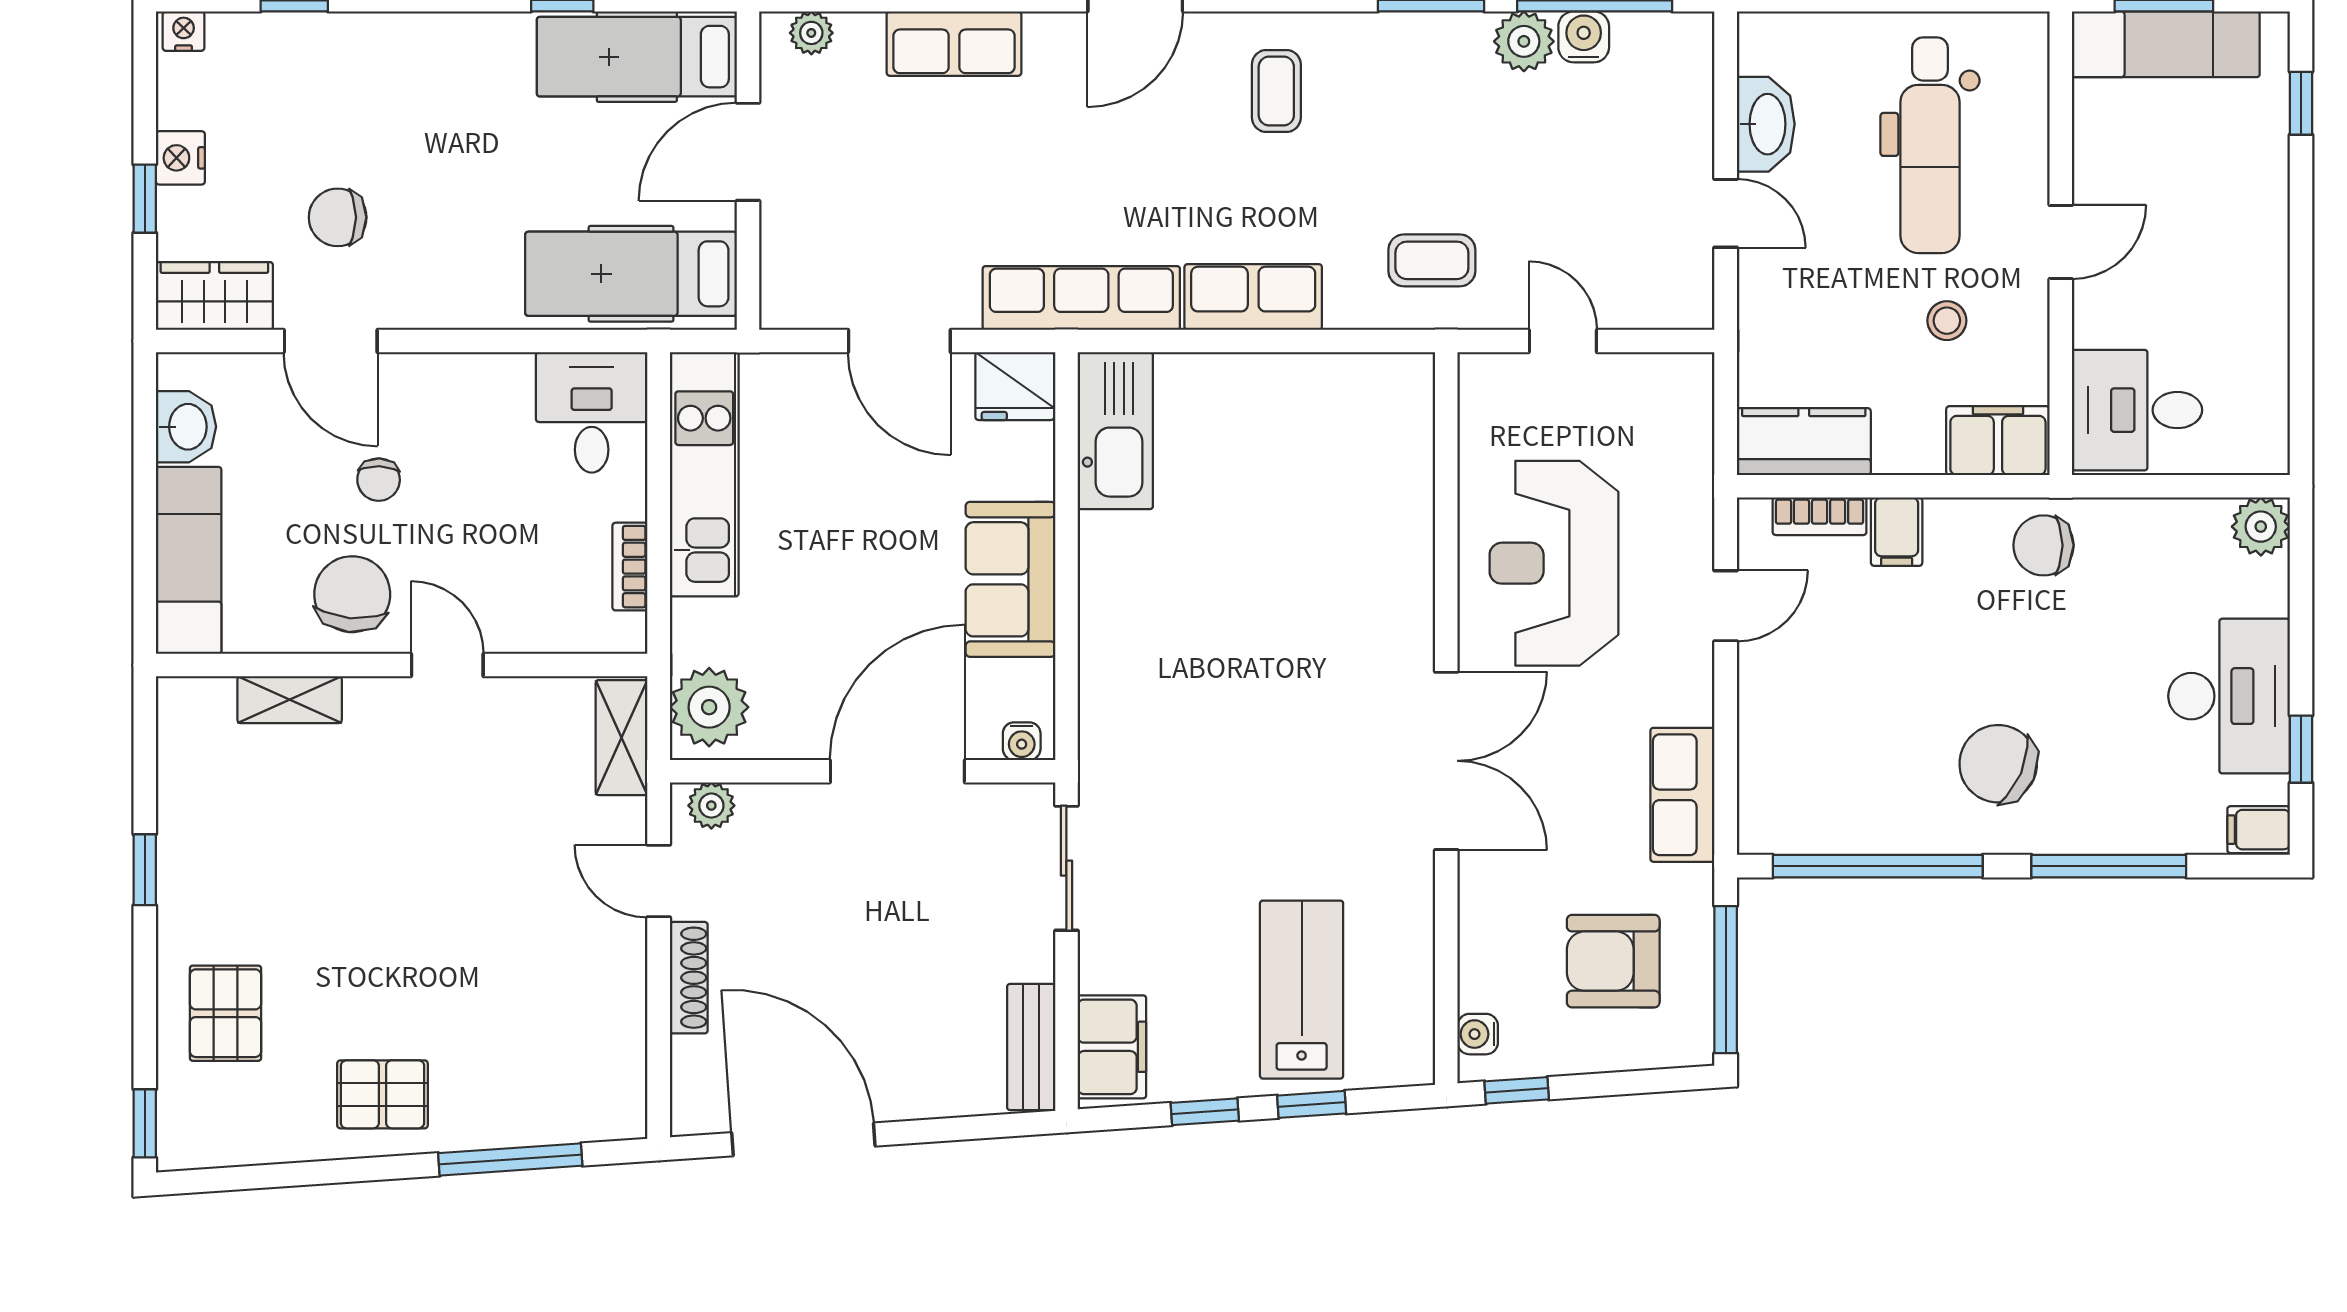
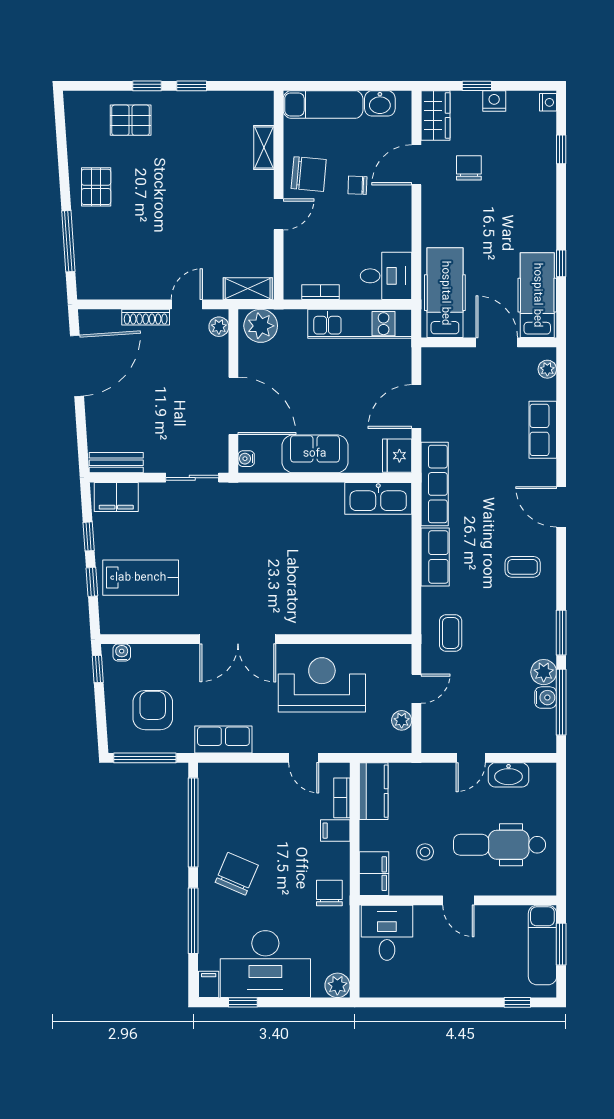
plant: (1637, 376) -> (402, 720), added
desk: (2229, 696) -> (265, 964), width x1.36, depth x1.30
window: (145, 1123) -> (147, 86), moved

